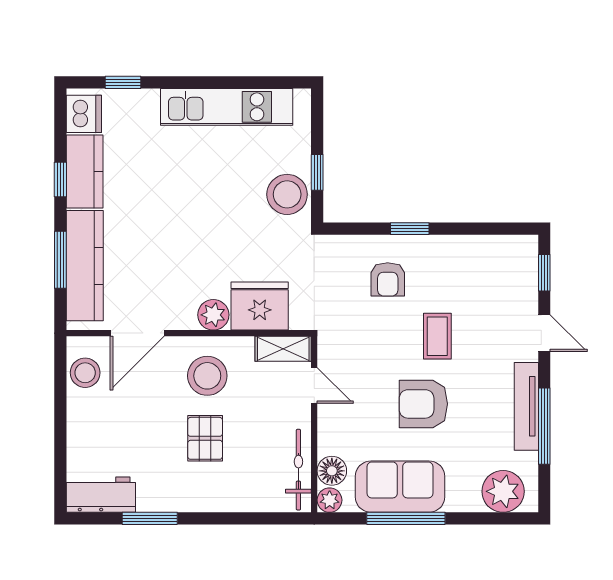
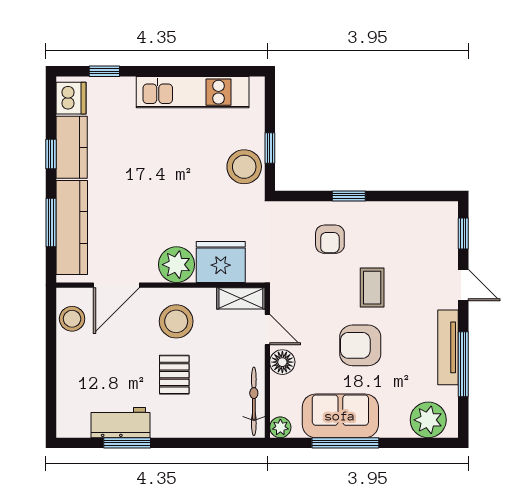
plant: (213, 315) -> (177, 265), width x1.36, depth x1.36
floor lamp: (332, 471) -> (282, 362), moved
workbench: (101, 495) -> (121, 423), moved

